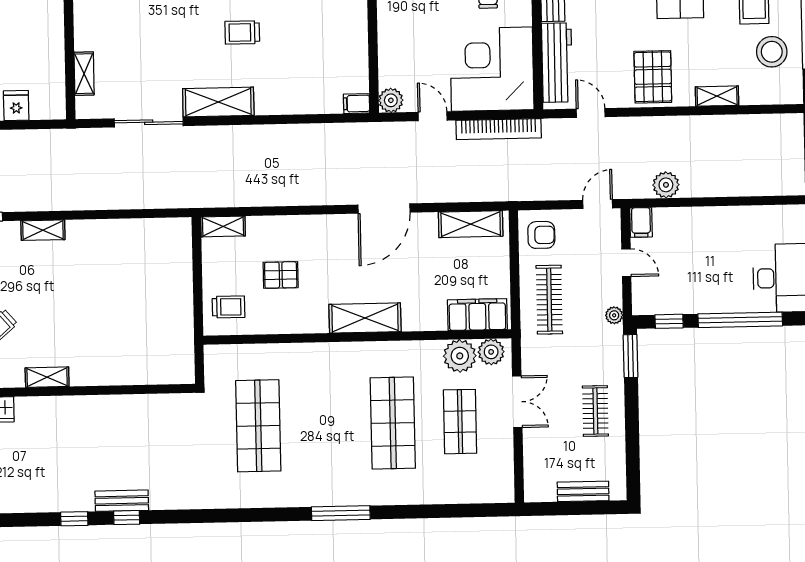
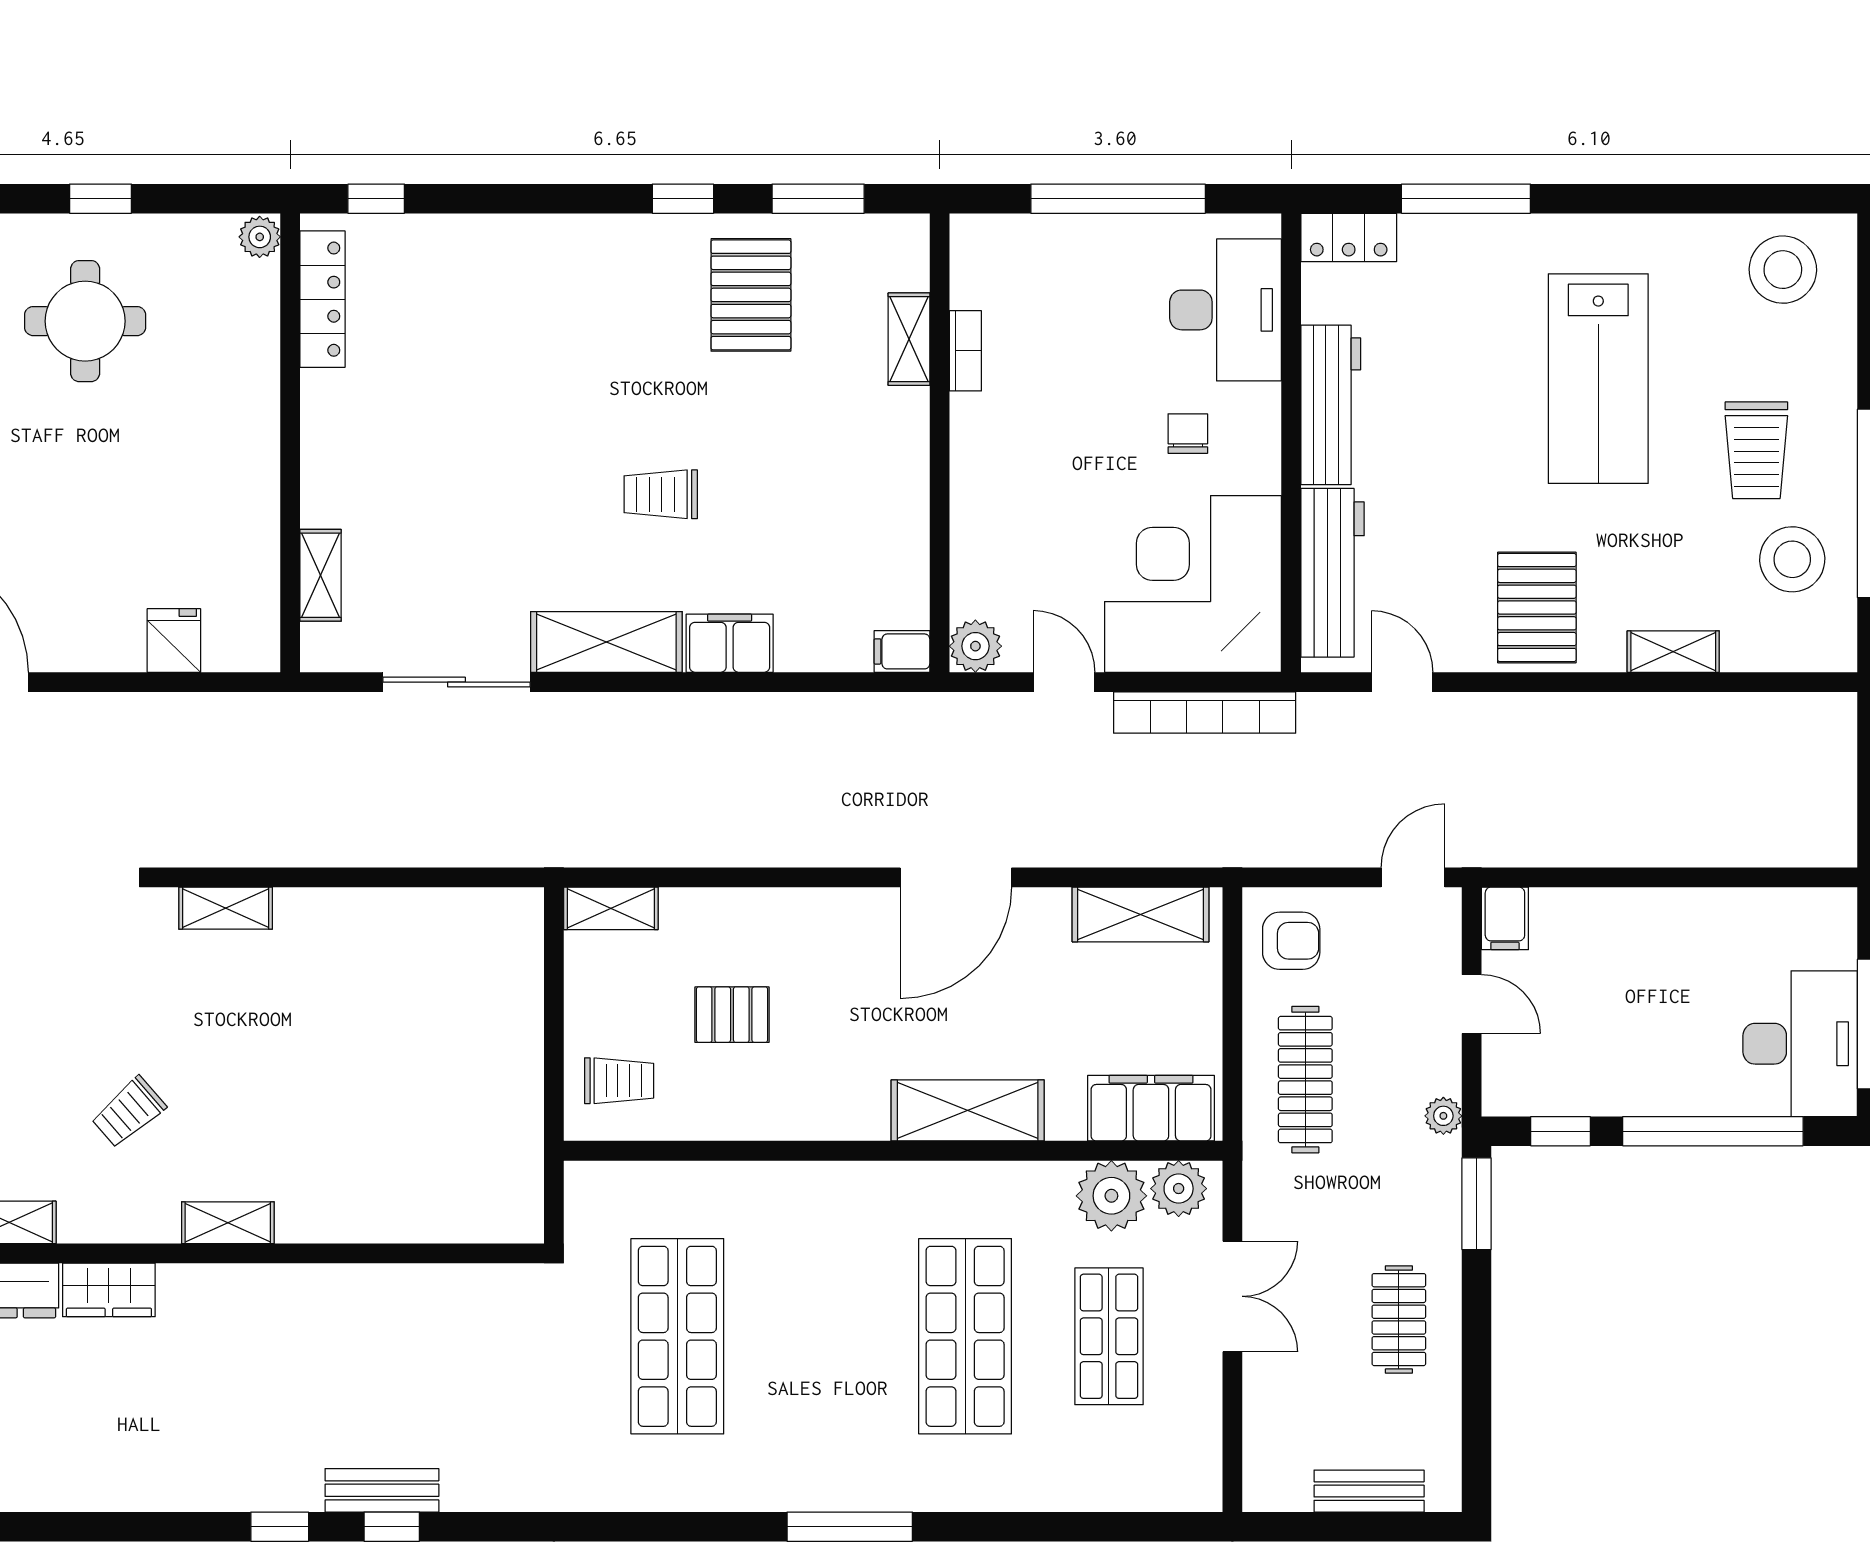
filing cabinet: (276, 101) -> (730, 643), added
plant: (666, 185) -> (1560, 839), removed
shelving: (365, 318) -> (968, 1110), moved

